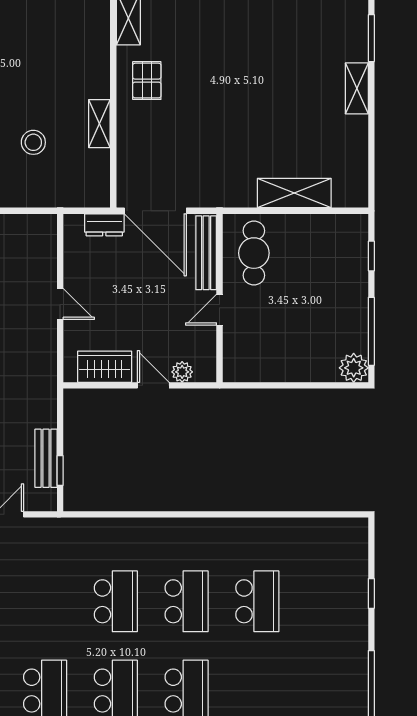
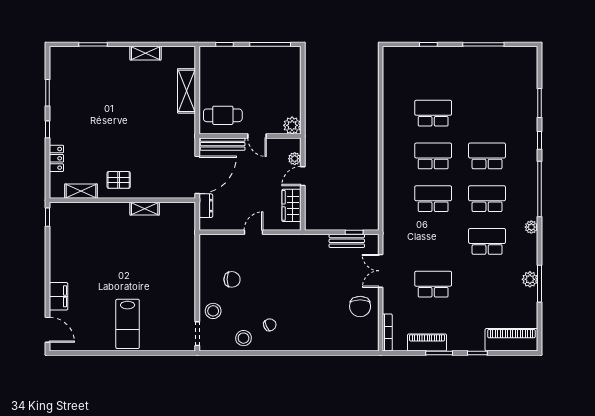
shelving: (357, 88) -> (146, 53), moved
stool: (33, 142) -> (156, 249), removed
plant: (354, 368) -> (292, 125), moved

